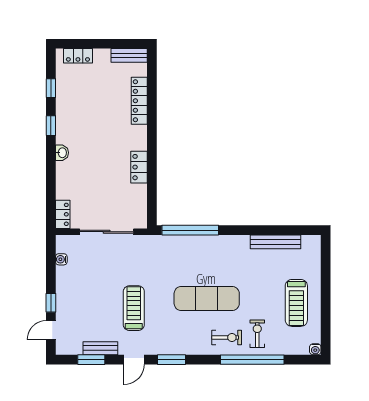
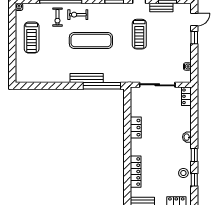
stool: (67, 98) -> (183, 173), added
bench: (276, 242) -> (87, 78), moved
treadmill: (296, 303) -> (32, 38), turned 180

